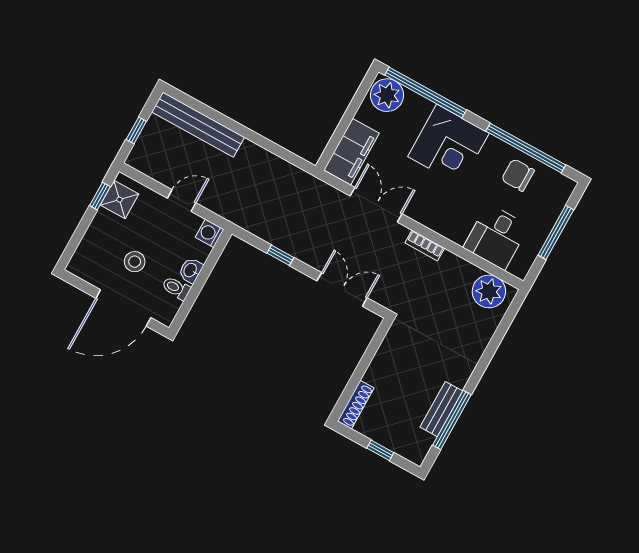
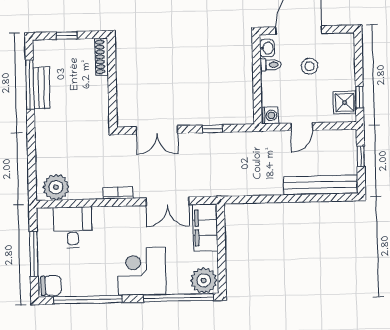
chair: (518, 175) -> (51, 286), moved
washbasin: (191, 270) -> (267, 48), moved

